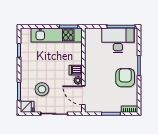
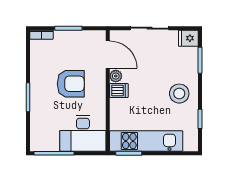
desk: (118, 40) -> (83, 133), moved
armchair: (125, 78) -> (71, 84), moved, turned -90
stool: (42, 89) -> (179, 94), moved

